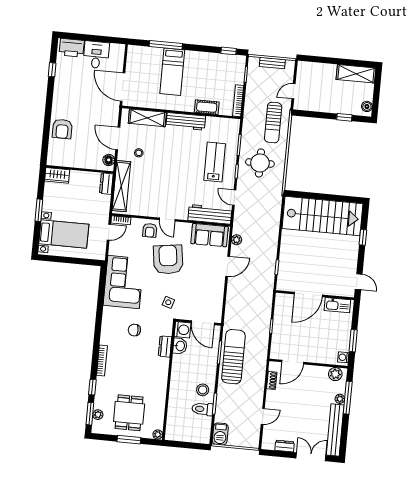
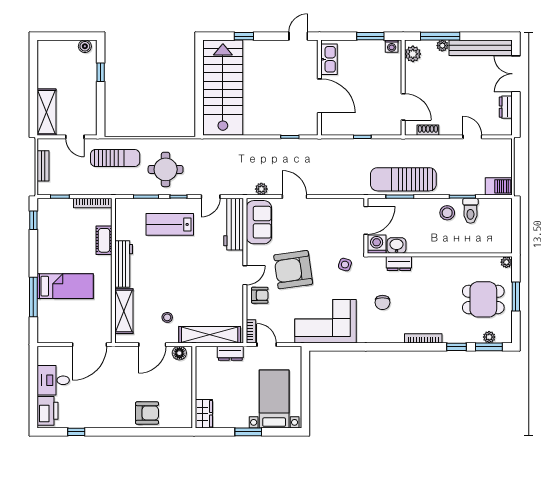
shelving: (356, 74) -> (46, 112), moved
dresser: (106, 184) -> (230, 353), moved

